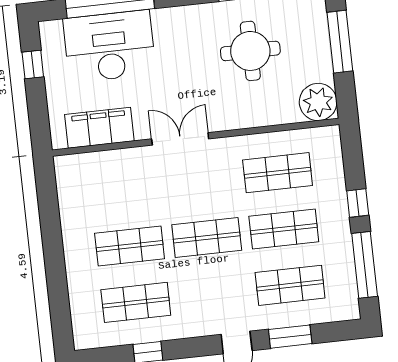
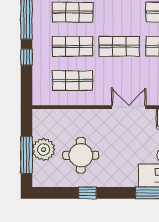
plant: (318, 102) -> (44, 150), moved
double door: (180, 139) -> (129, 107), swing flipped

